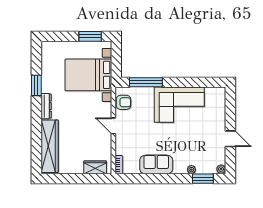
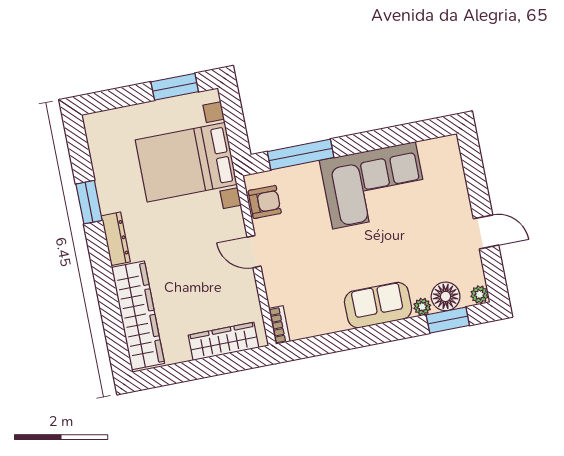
sofa: (156, 164) -> (378, 305), moved
wardrobe: (95, 167) -> (224, 341), width x1.50
floor lamp: (204, 167) -> (446, 296), added

